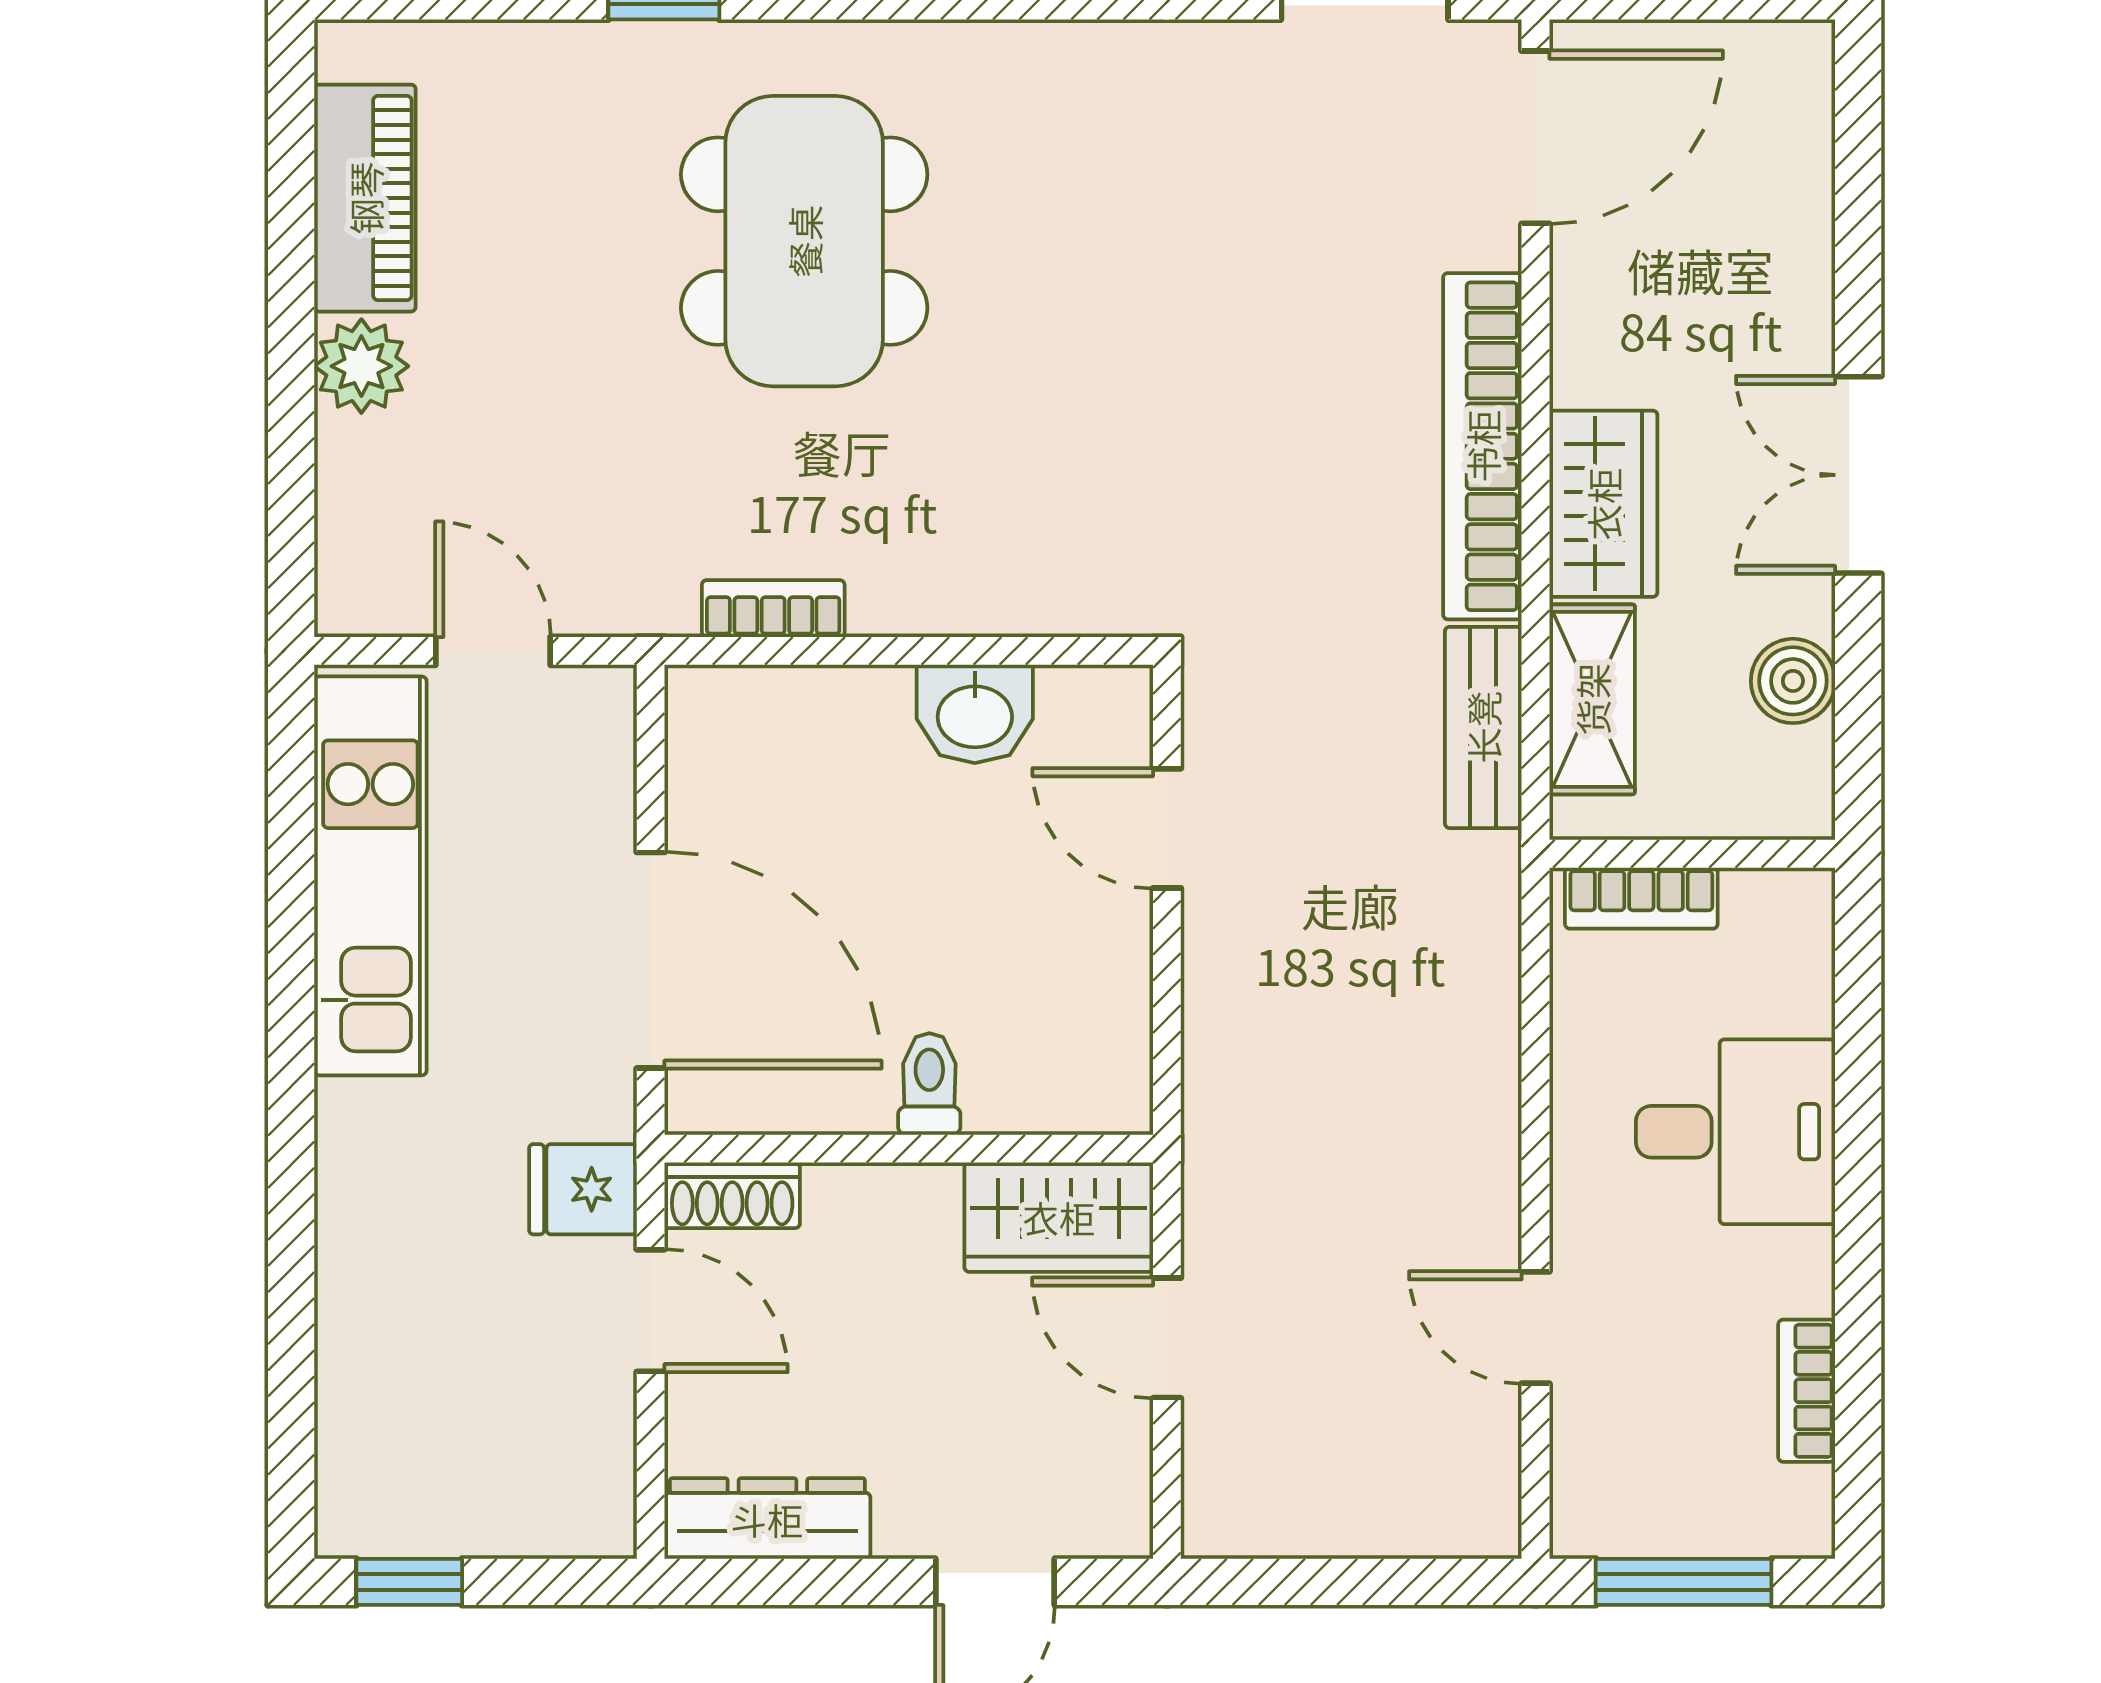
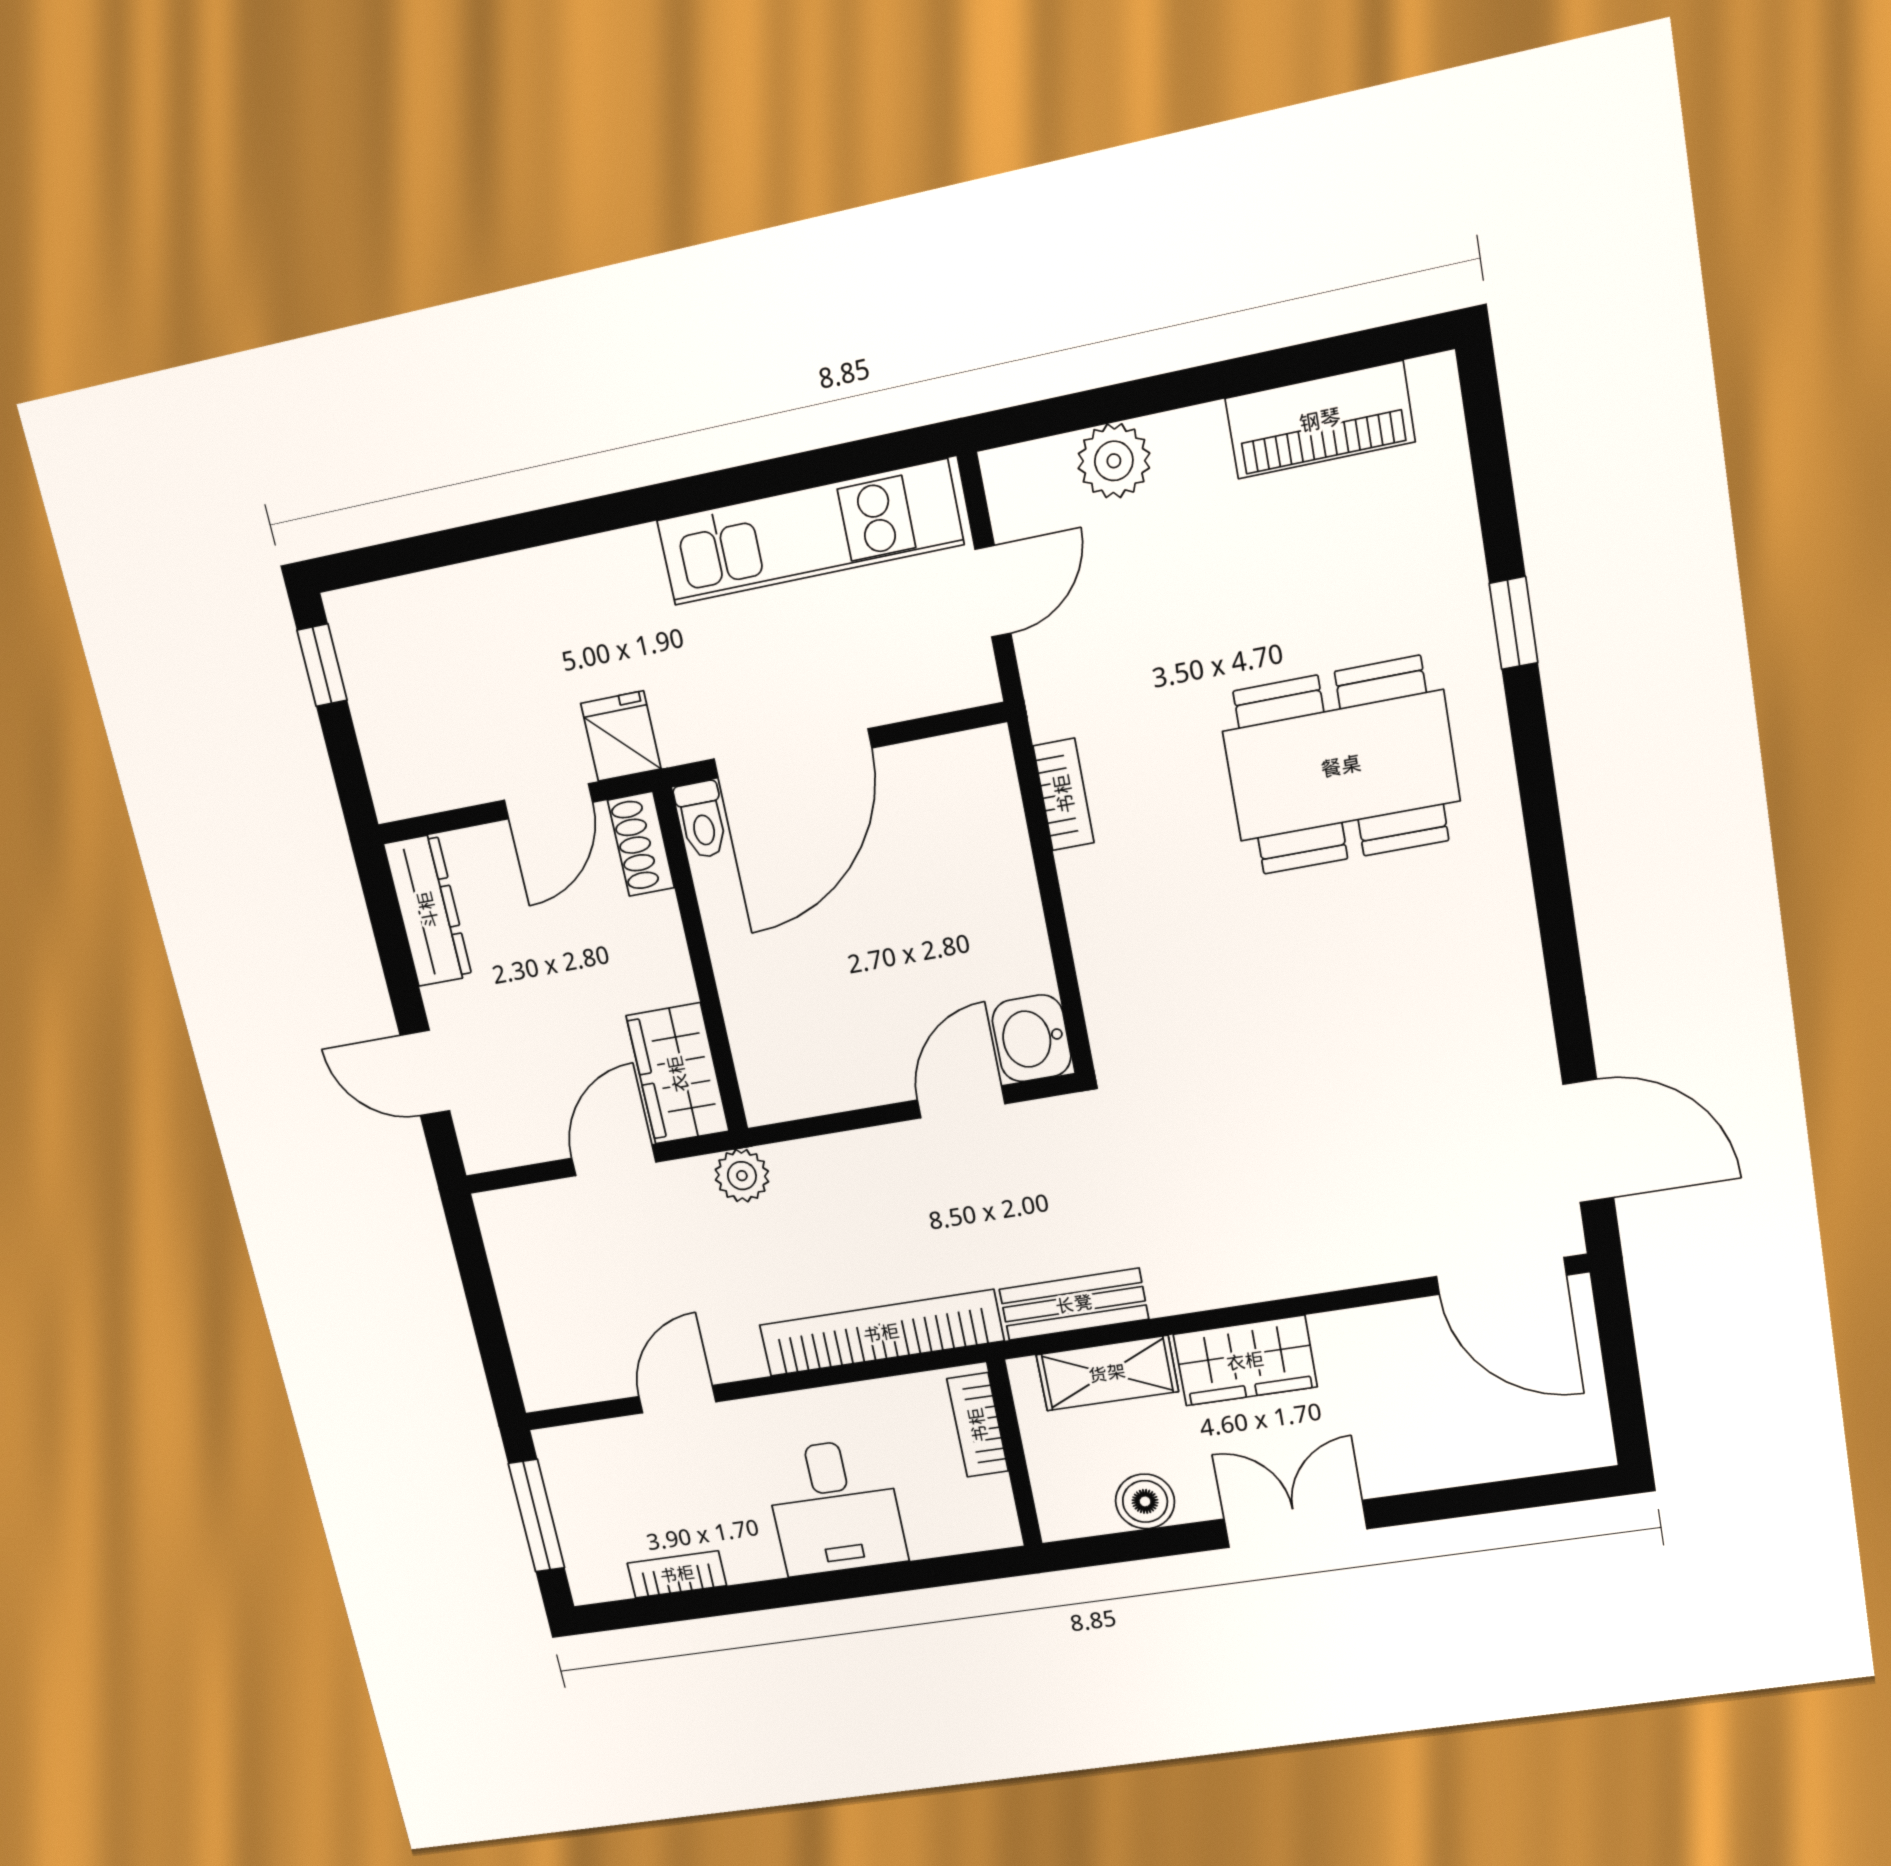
plant: (361, 366) -> (1114, 461), moved
bookcase: (1482, 446) -> (881, 1333), moved
washbasin: (975, 714) -> (1032, 1038), moved
toilet: (929, 1084) -> (702, 820), moved, turned 90
plant: (1220, 1159) -> (742, 1176), added

